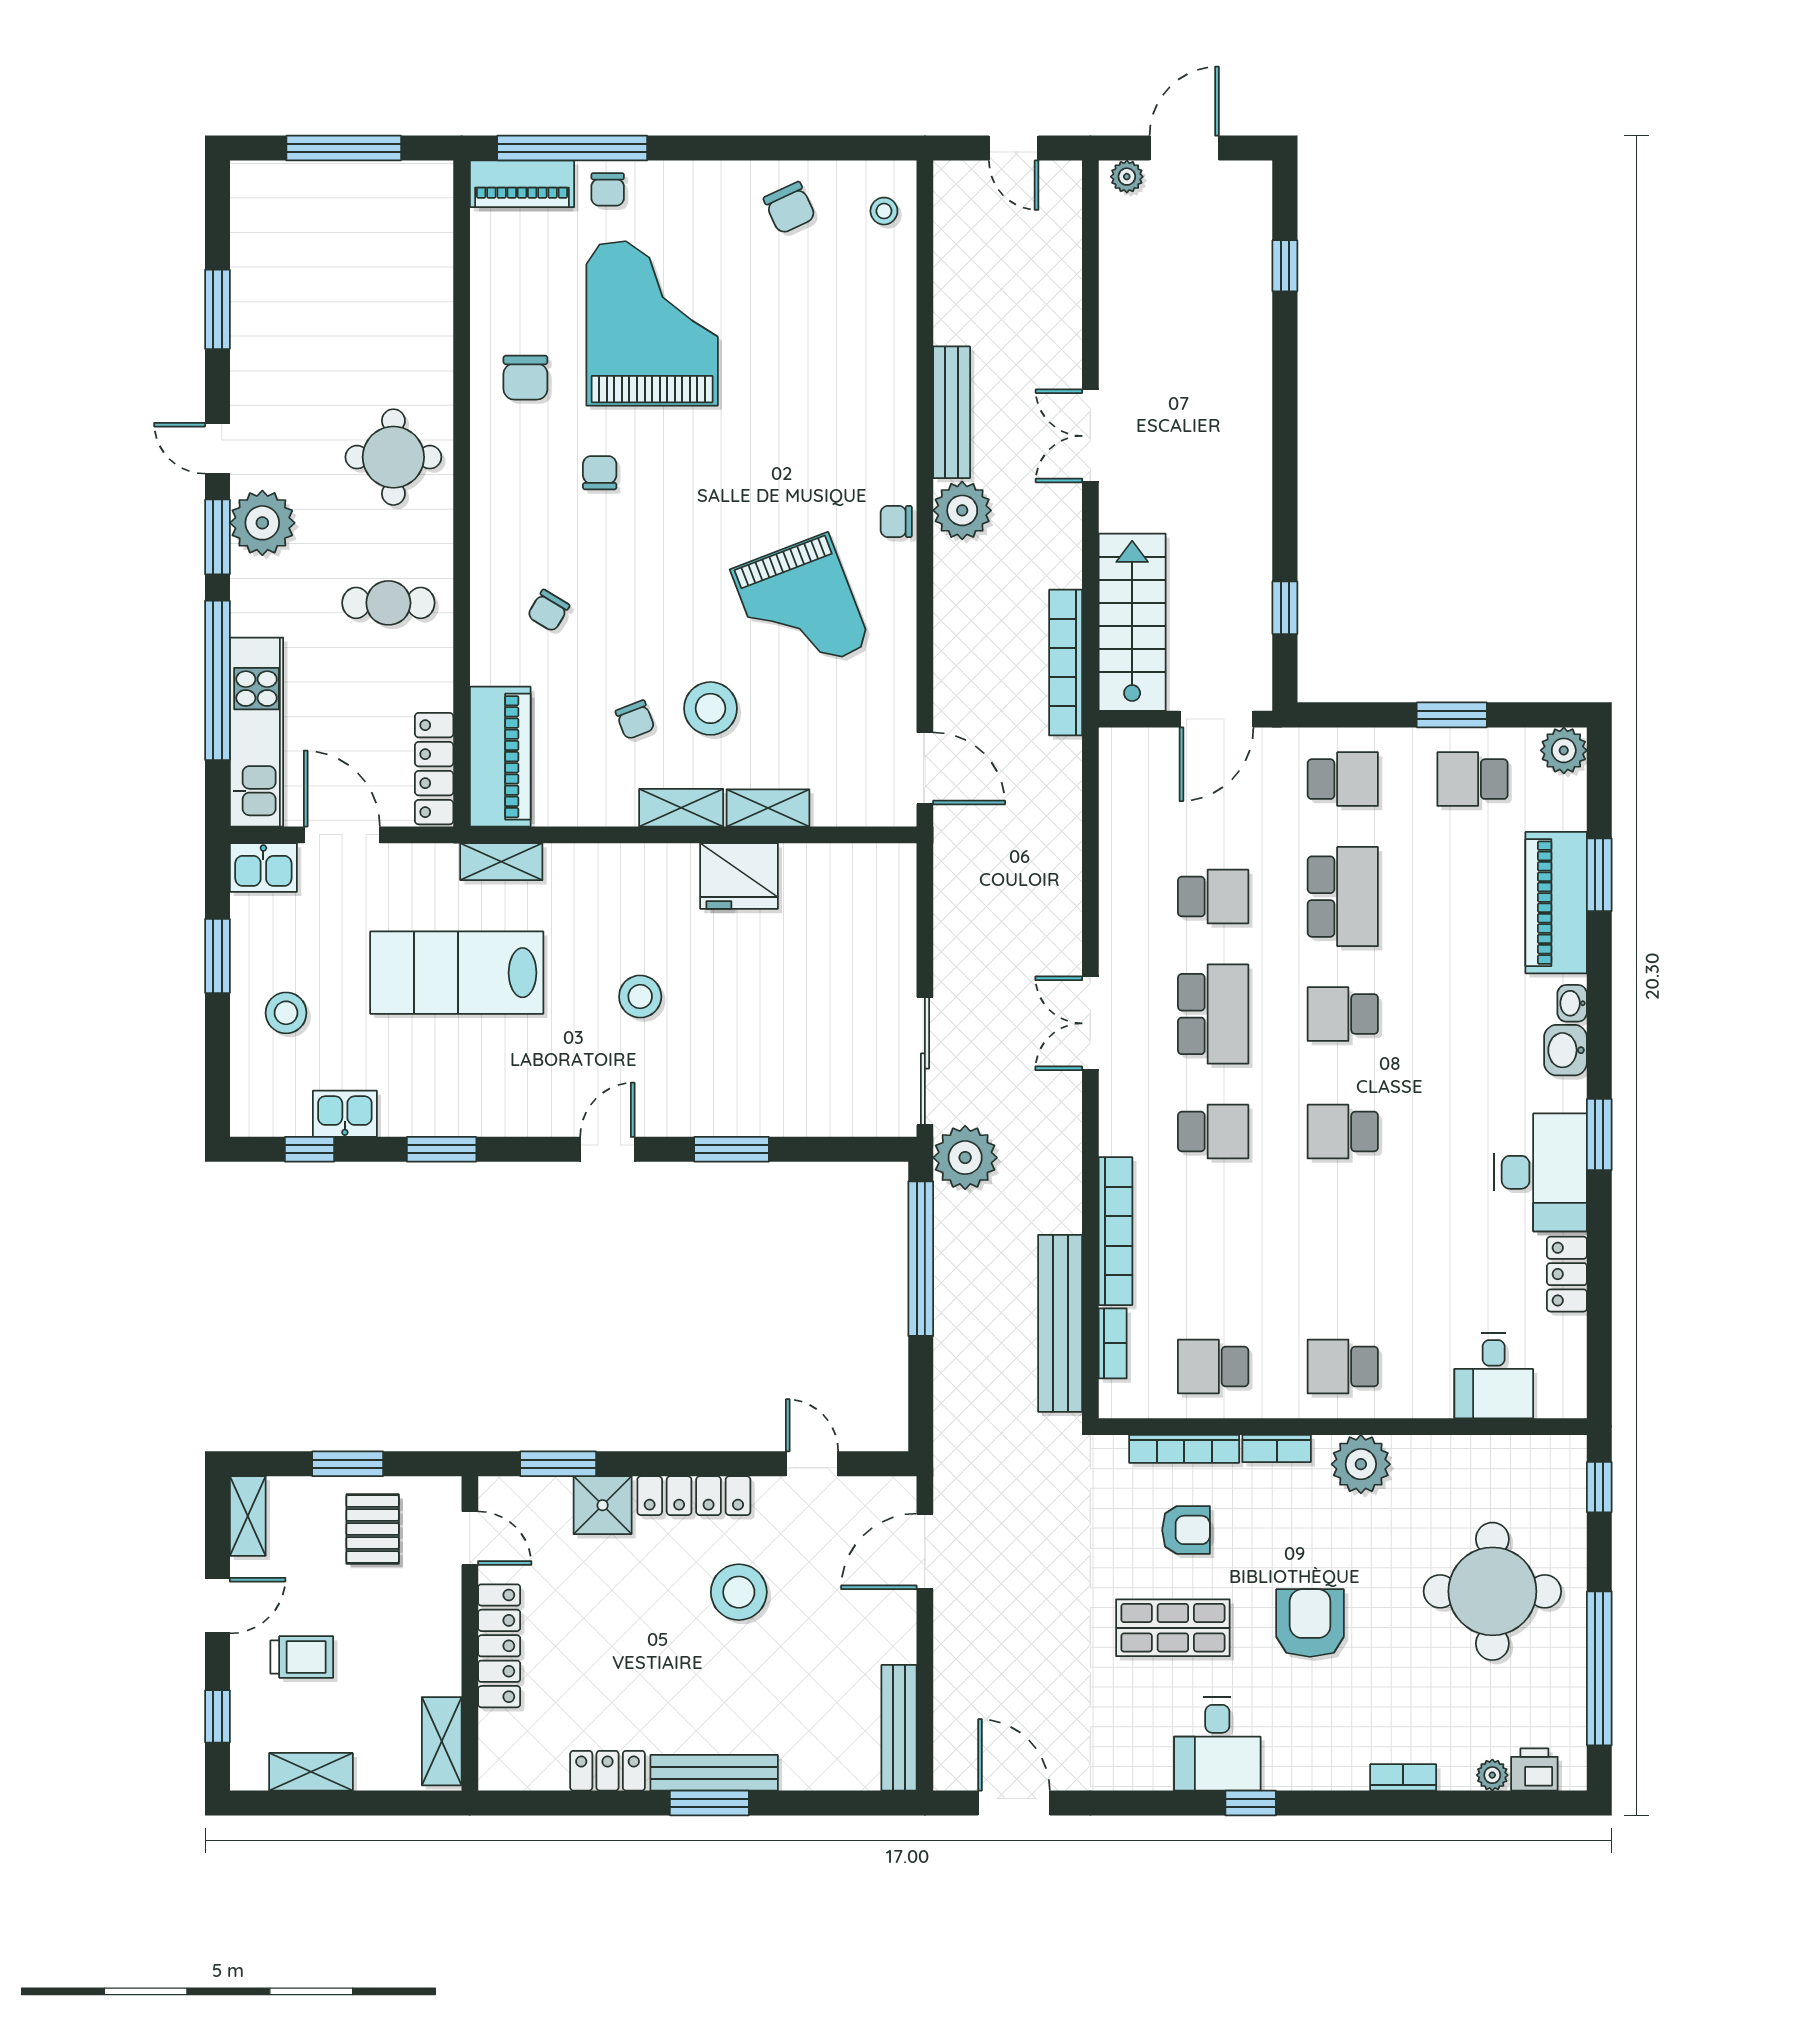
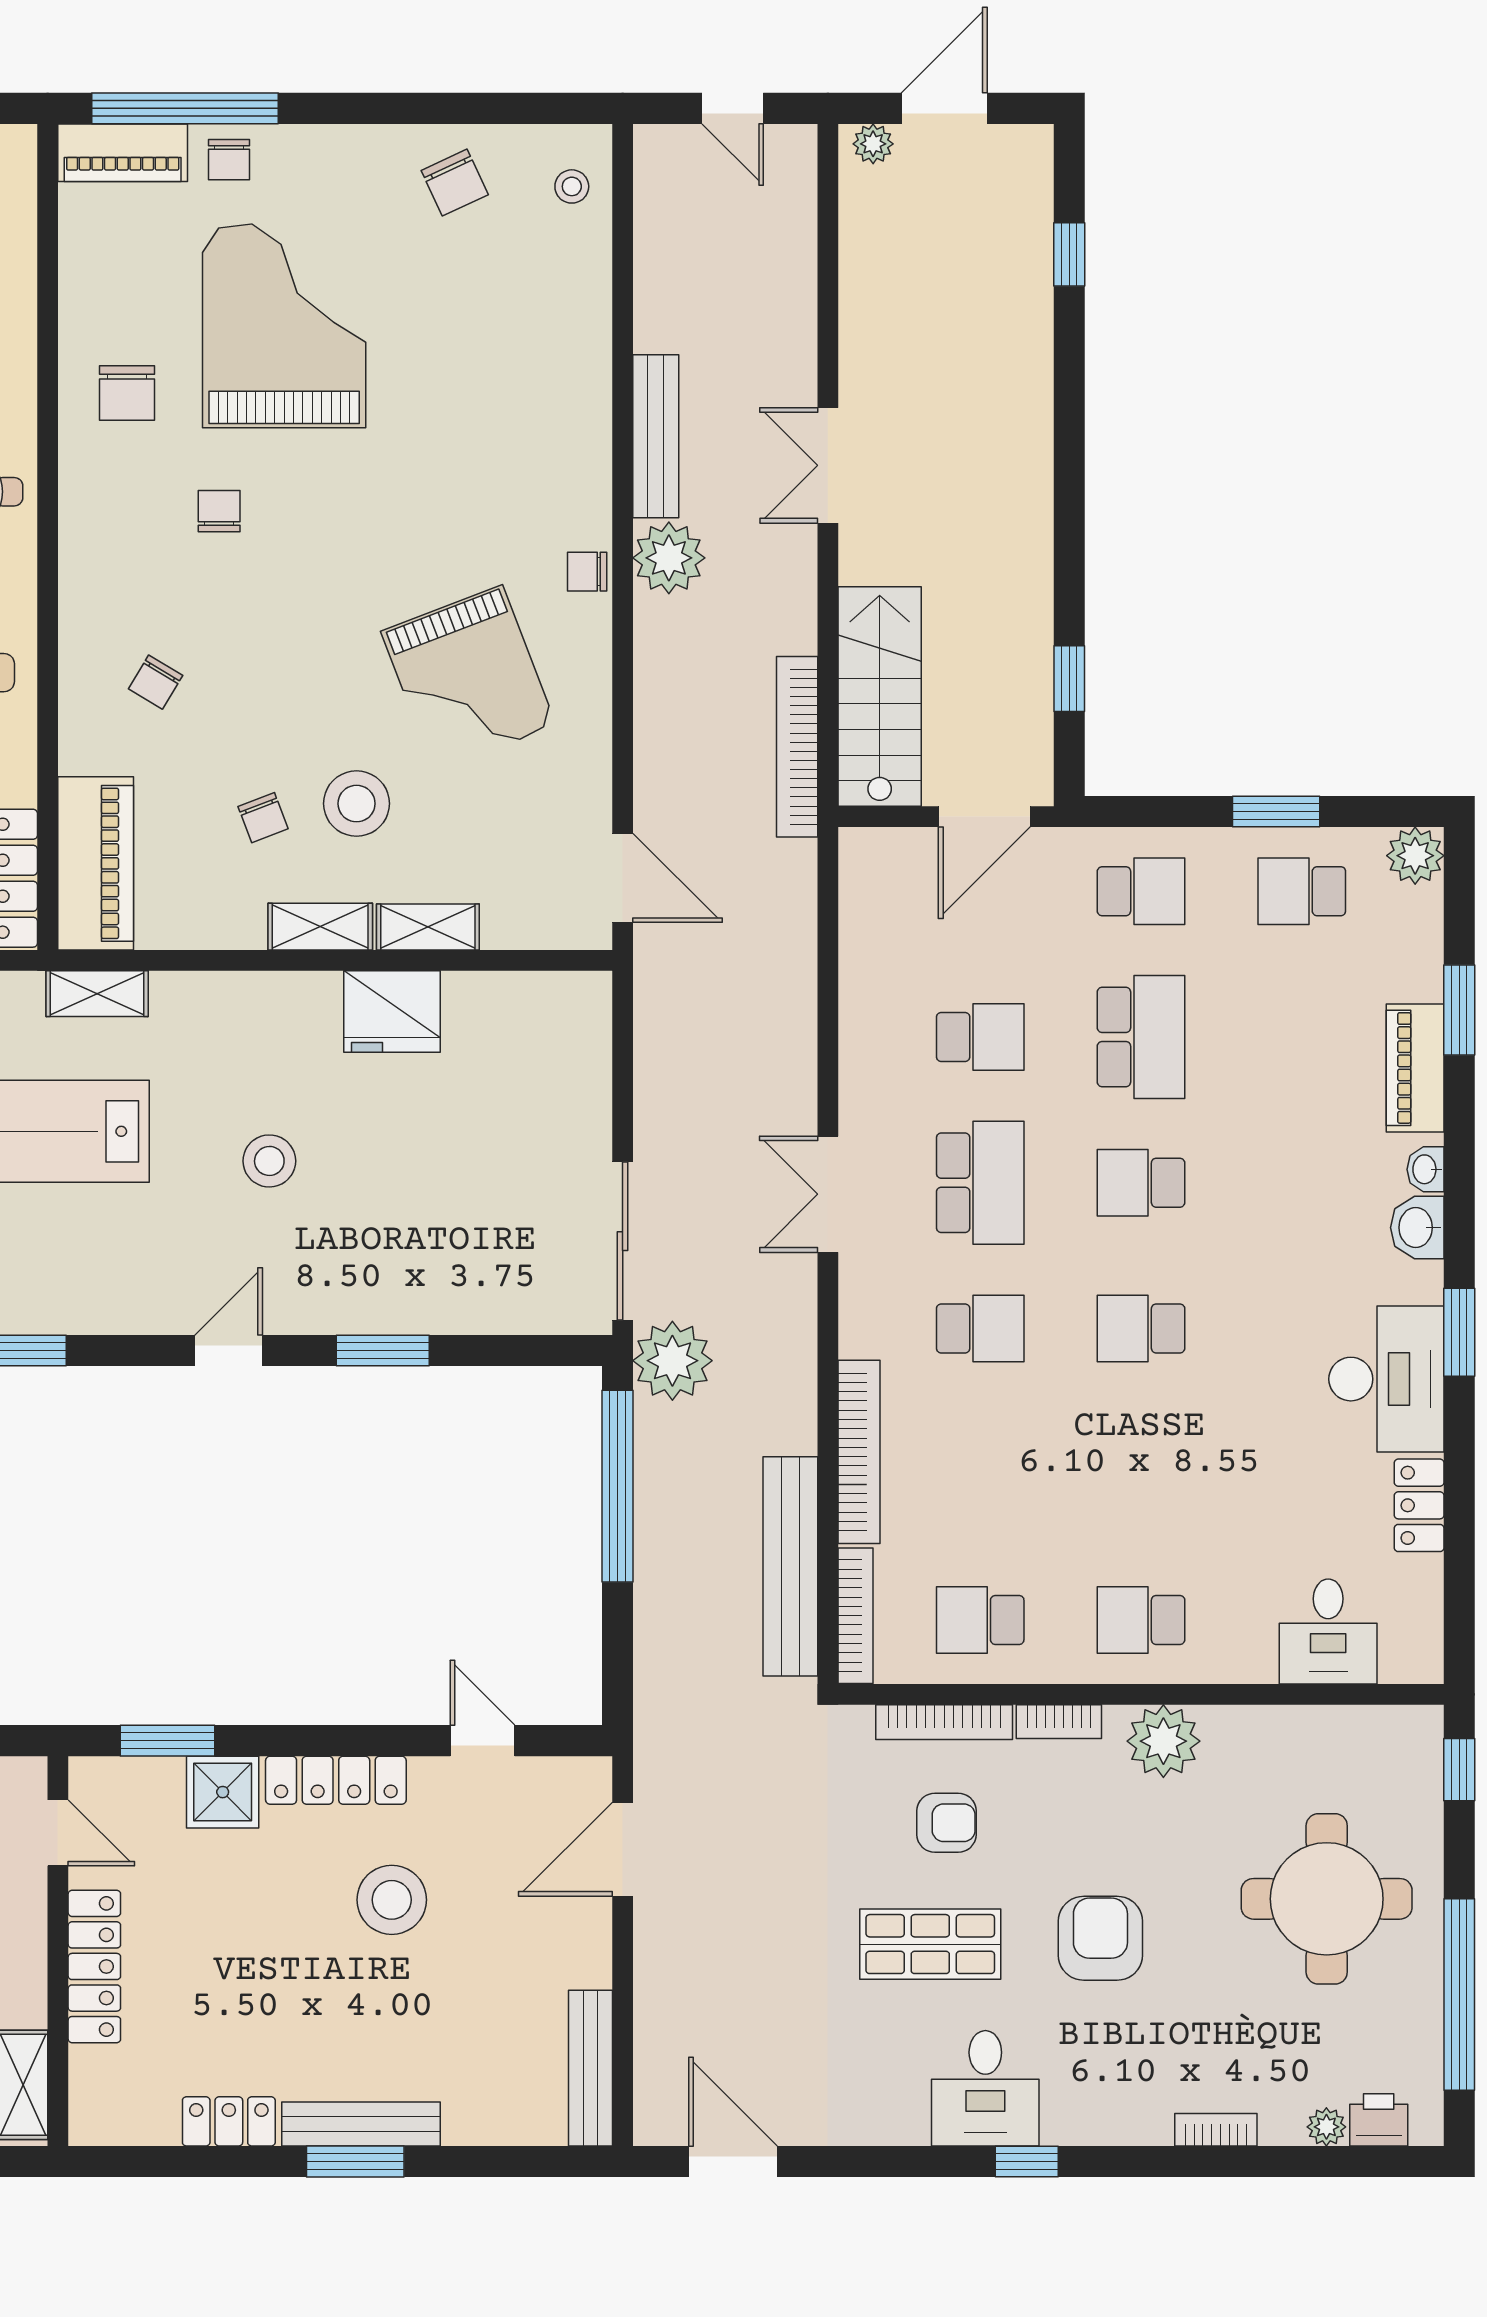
piano: (1556, 903) -> (1415, 1068), width x0.73, depth x0.75
bookcase: (1113, 1343) -> (856, 1616), width x1.56

